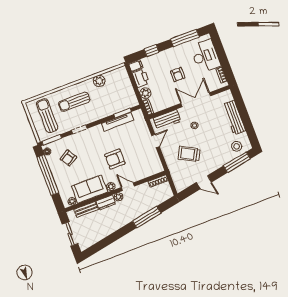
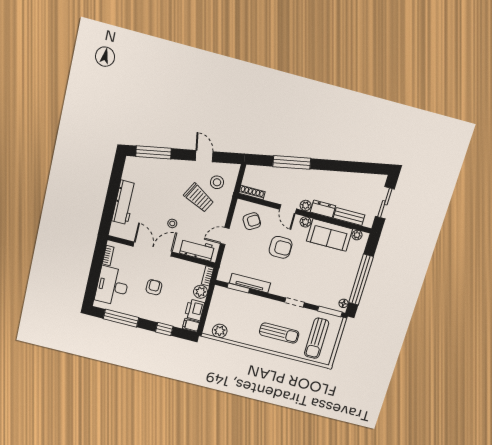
plant: (99, 81) -> (220, 331), moved
double door: (196, 100) -> (153, 249), swing flipped
stool: (237, 146) -> (217, 182), moved
armchair: (68, 158) -> (252, 221), moved

